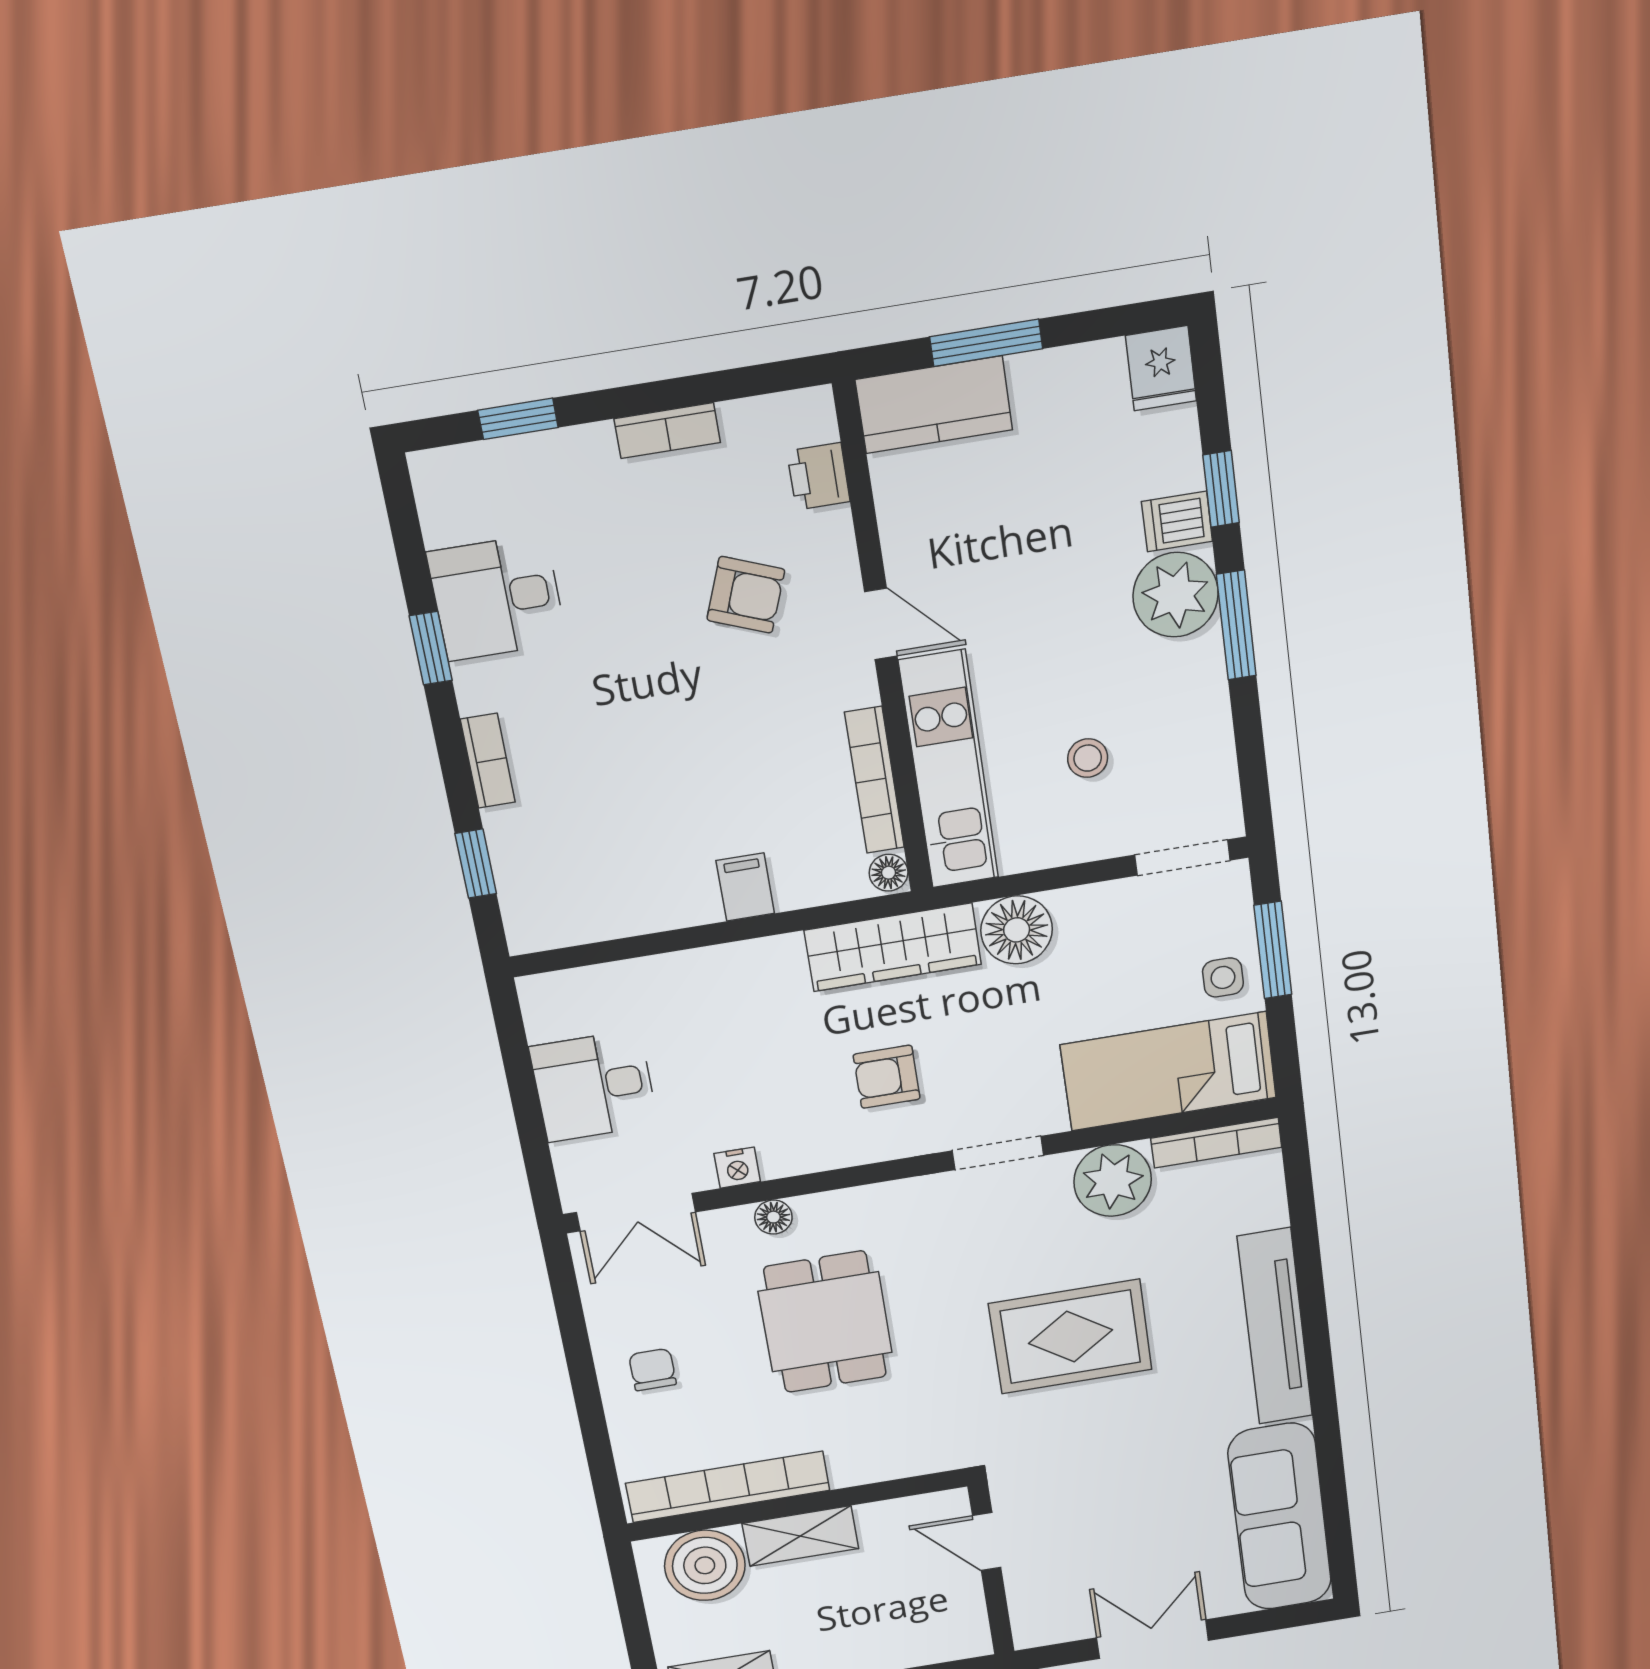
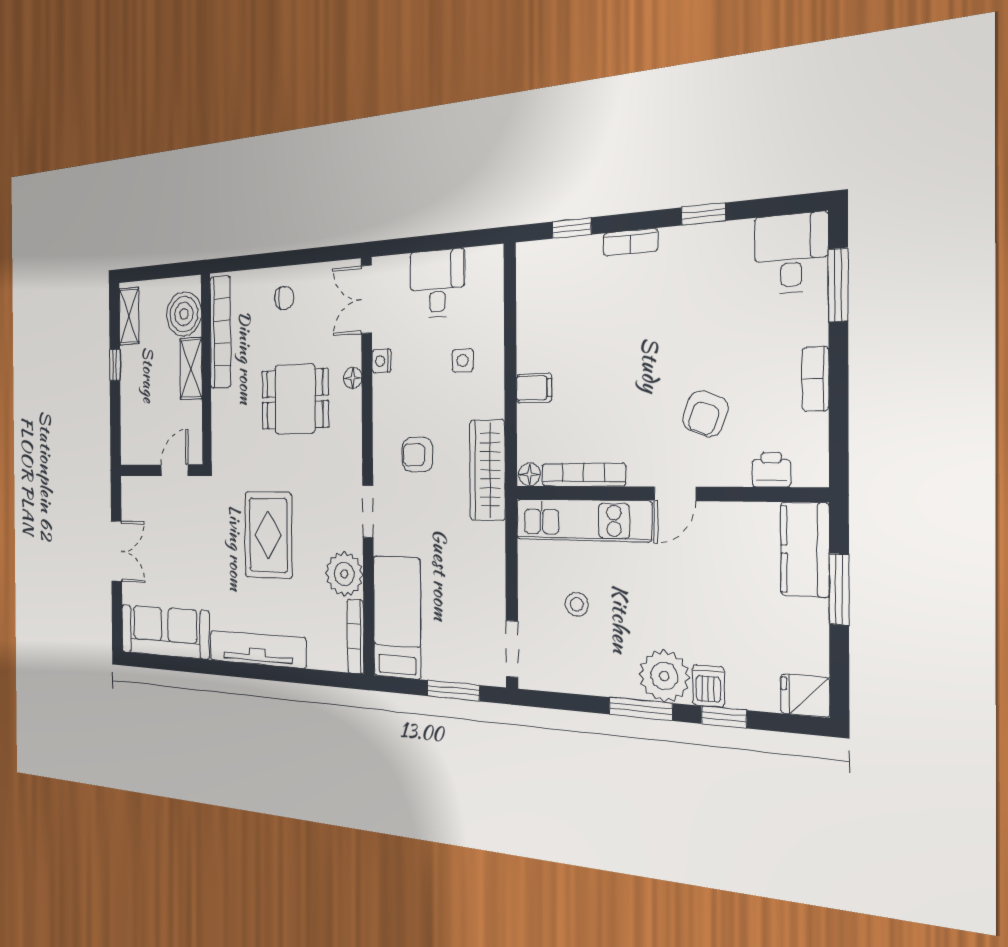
window: (518, 419) -> (838, 285), width x1.50
desk: (497, 598) -> (791, 253), moved
floor lamp: (1017, 930) -> (486, 544), removed
side table: (1223, 977) -> (463, 360), moved
armchair: (887, 1077) -> (417, 455), turned -90

